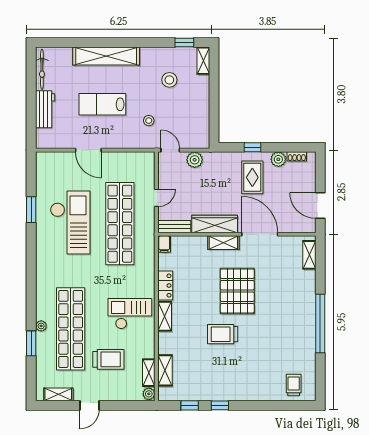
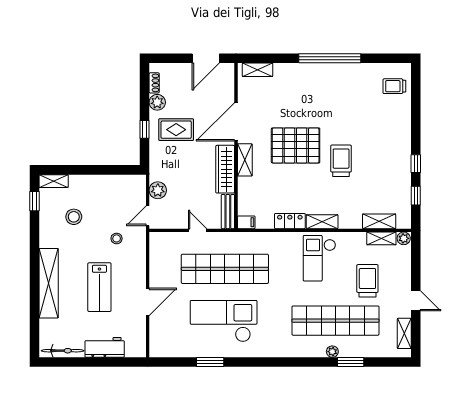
trolley: (223, 334) -> (341, 161), turned 180

